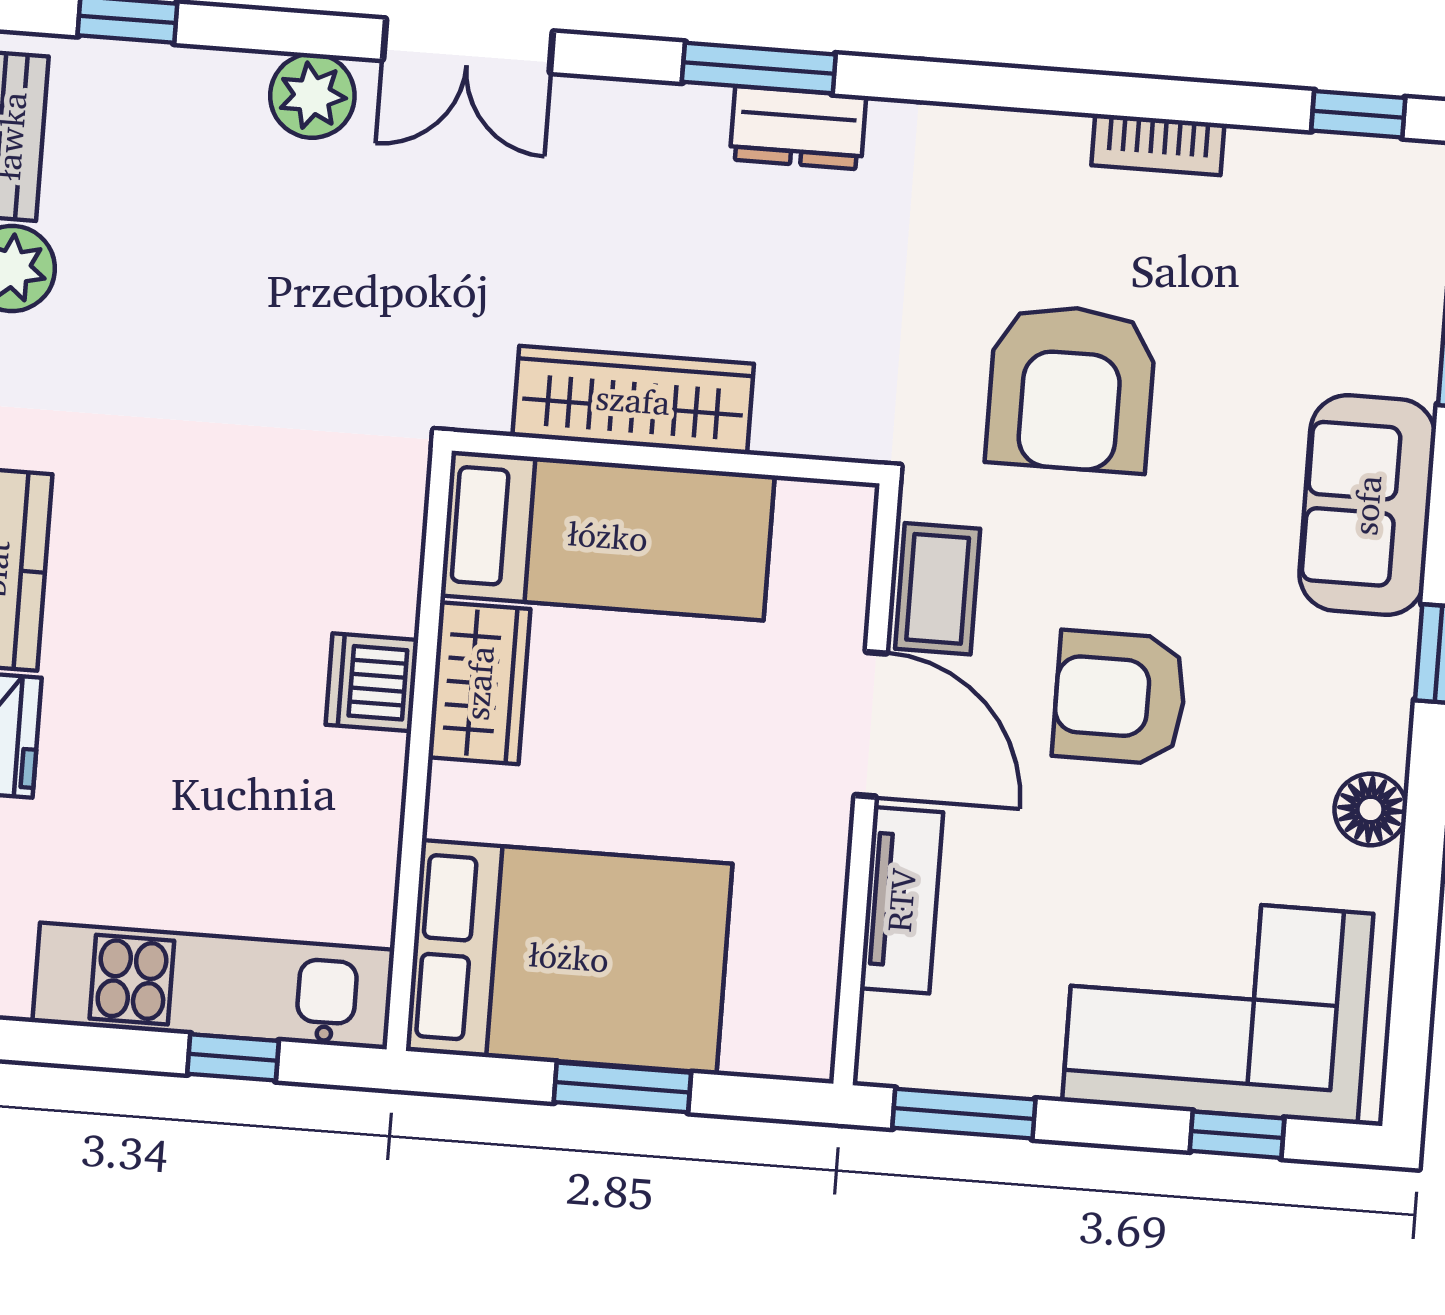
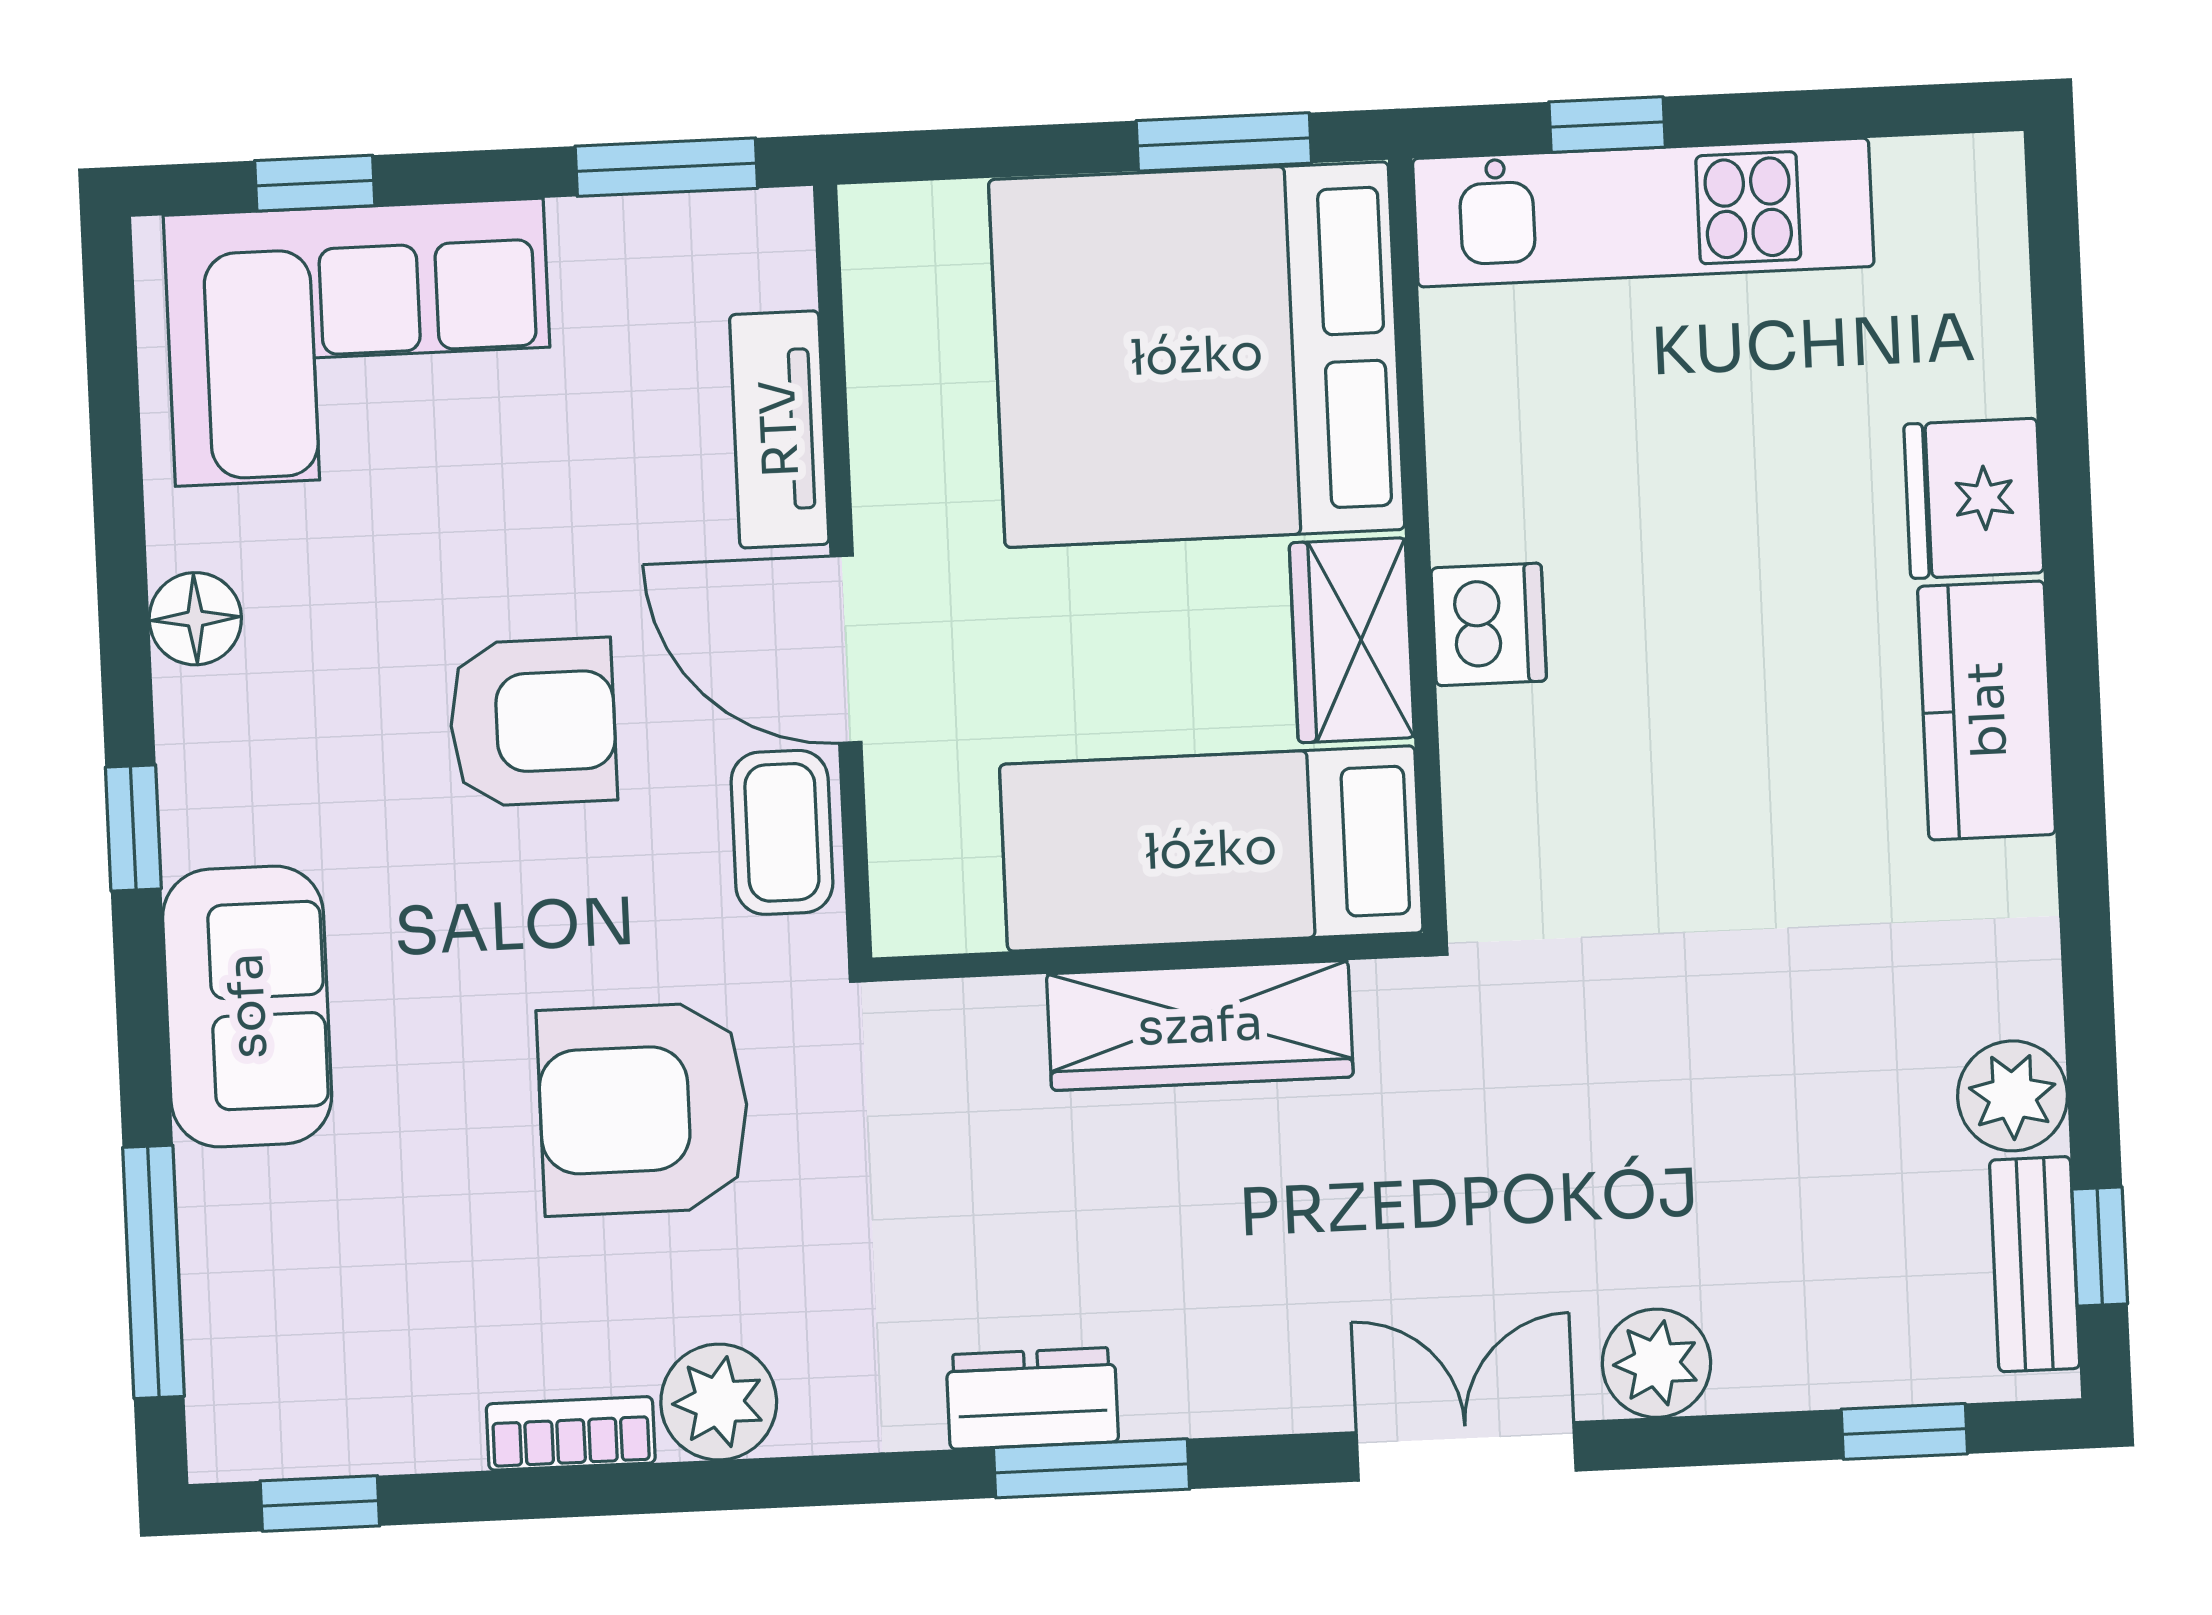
plant: (1041, 155) -> (719, 1402), added
armchair: (1071, 388) -> (643, 1109), turned -90
bed: (569, 957) -> (1197, 355), width x1.36
window: (622, 1087) -> (1224, 142), moved

